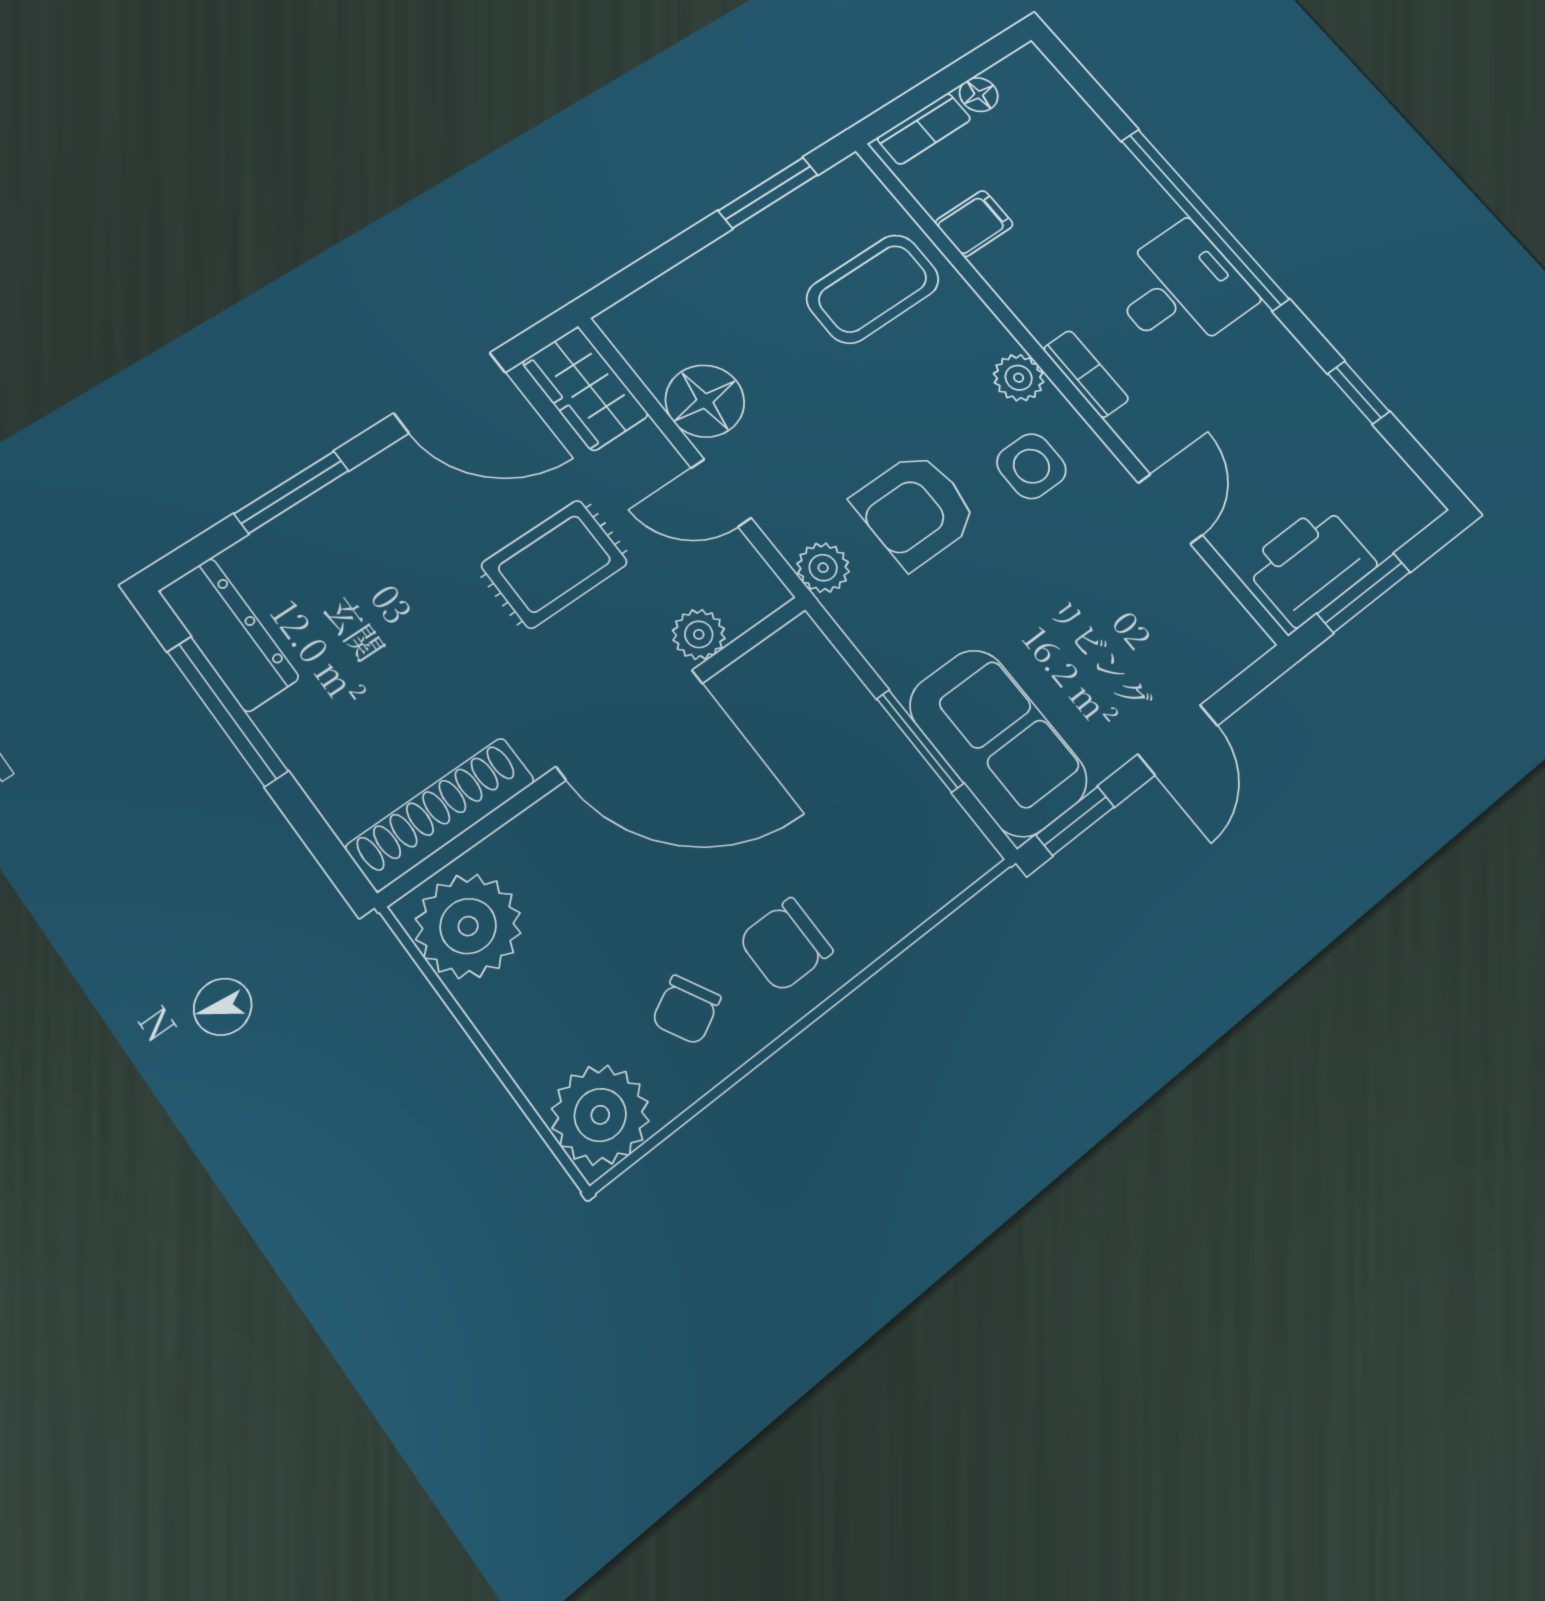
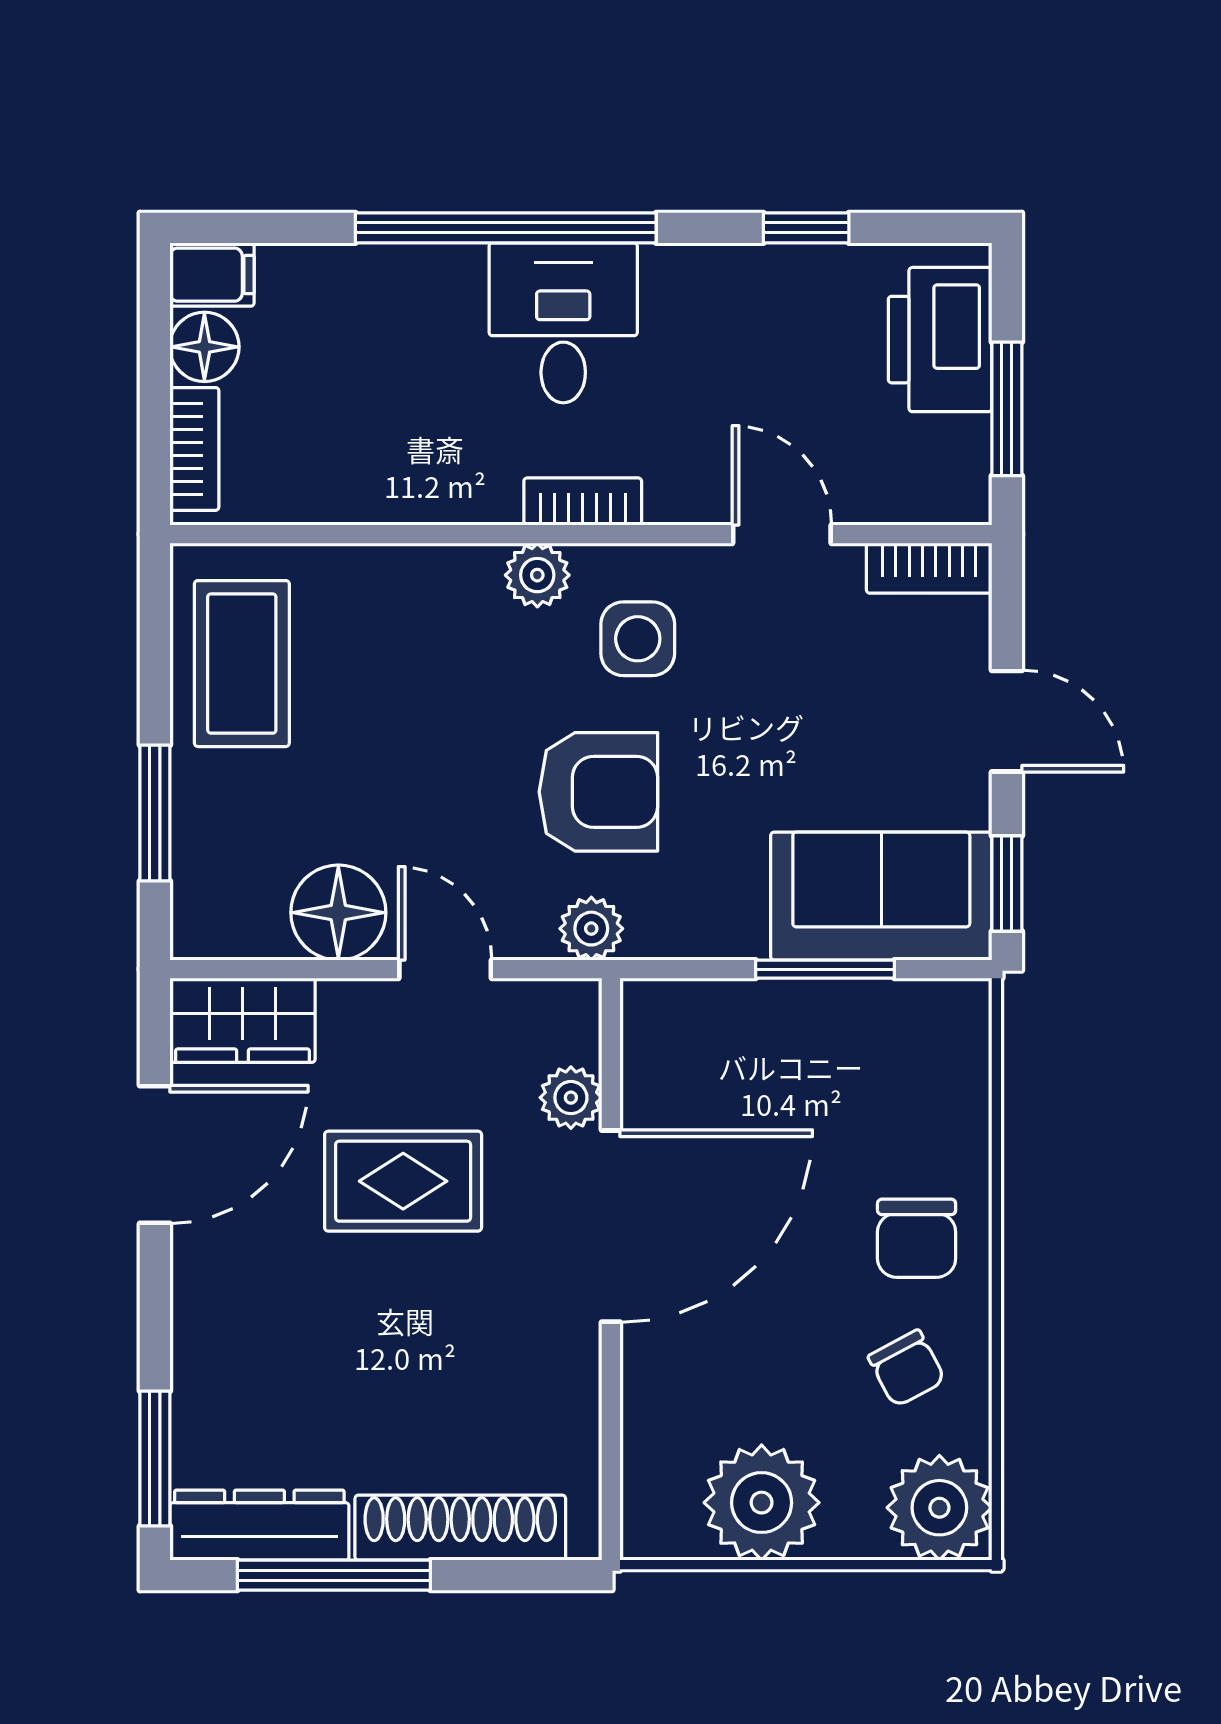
floor lamp: (979, 95) -> (204, 347), width x1.37, depth x1.37
window: (768, 193) -> (155, 813), moved
filing cabinet: (974, 223) -> (212, 275), moved, turned 90
coffee table: (873, 289) -> (242, 664), moved
window: (292, 492) -> (155, 1458), moved
door: (721, 493) -> (445, 969), swing flipped
armchair: (915, 510) -> (598, 792), turned -90
rug: (554, 564) -> (403, 1181), turned 90
printer: (1310, 565) -> (940, 340), moved
bookcase: (1228, 617) -> (929, 568), added
shoe rack: (441, 814) -> (460, 1528), moved, turned 90
plant: (468, 926) -> (762, 1503), moved

